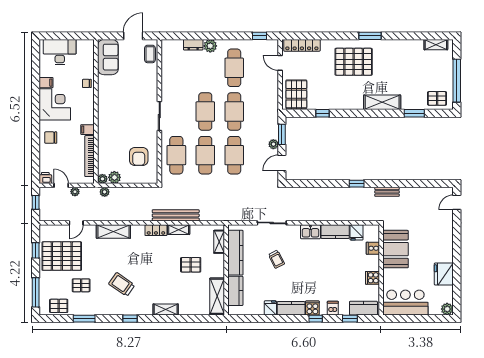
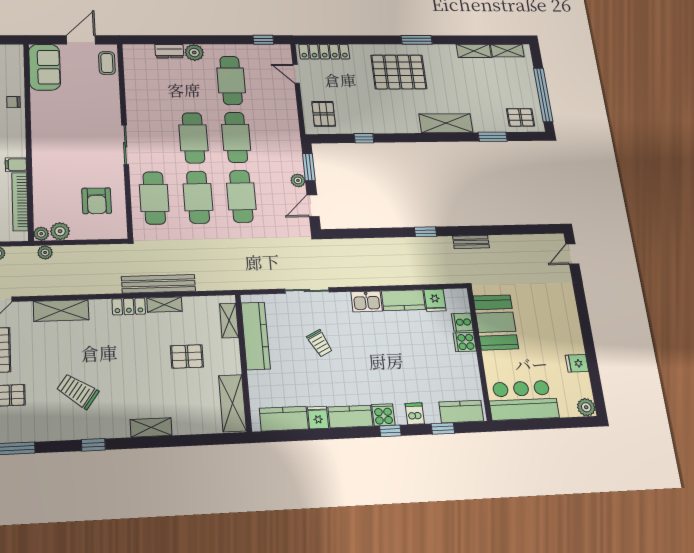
shelving: (411, 45) -> (474, 51), added
pallet: (296, 94) -> (324, 114), width x0.67, depth x0.71
fridge: (444, 274) -> (577, 363), width x0.53, depth x0.75
cooker: (372, 278) -> (465, 342), moved
kitchen counter: (235, 291) -> (284, 419), moved, turned -90

